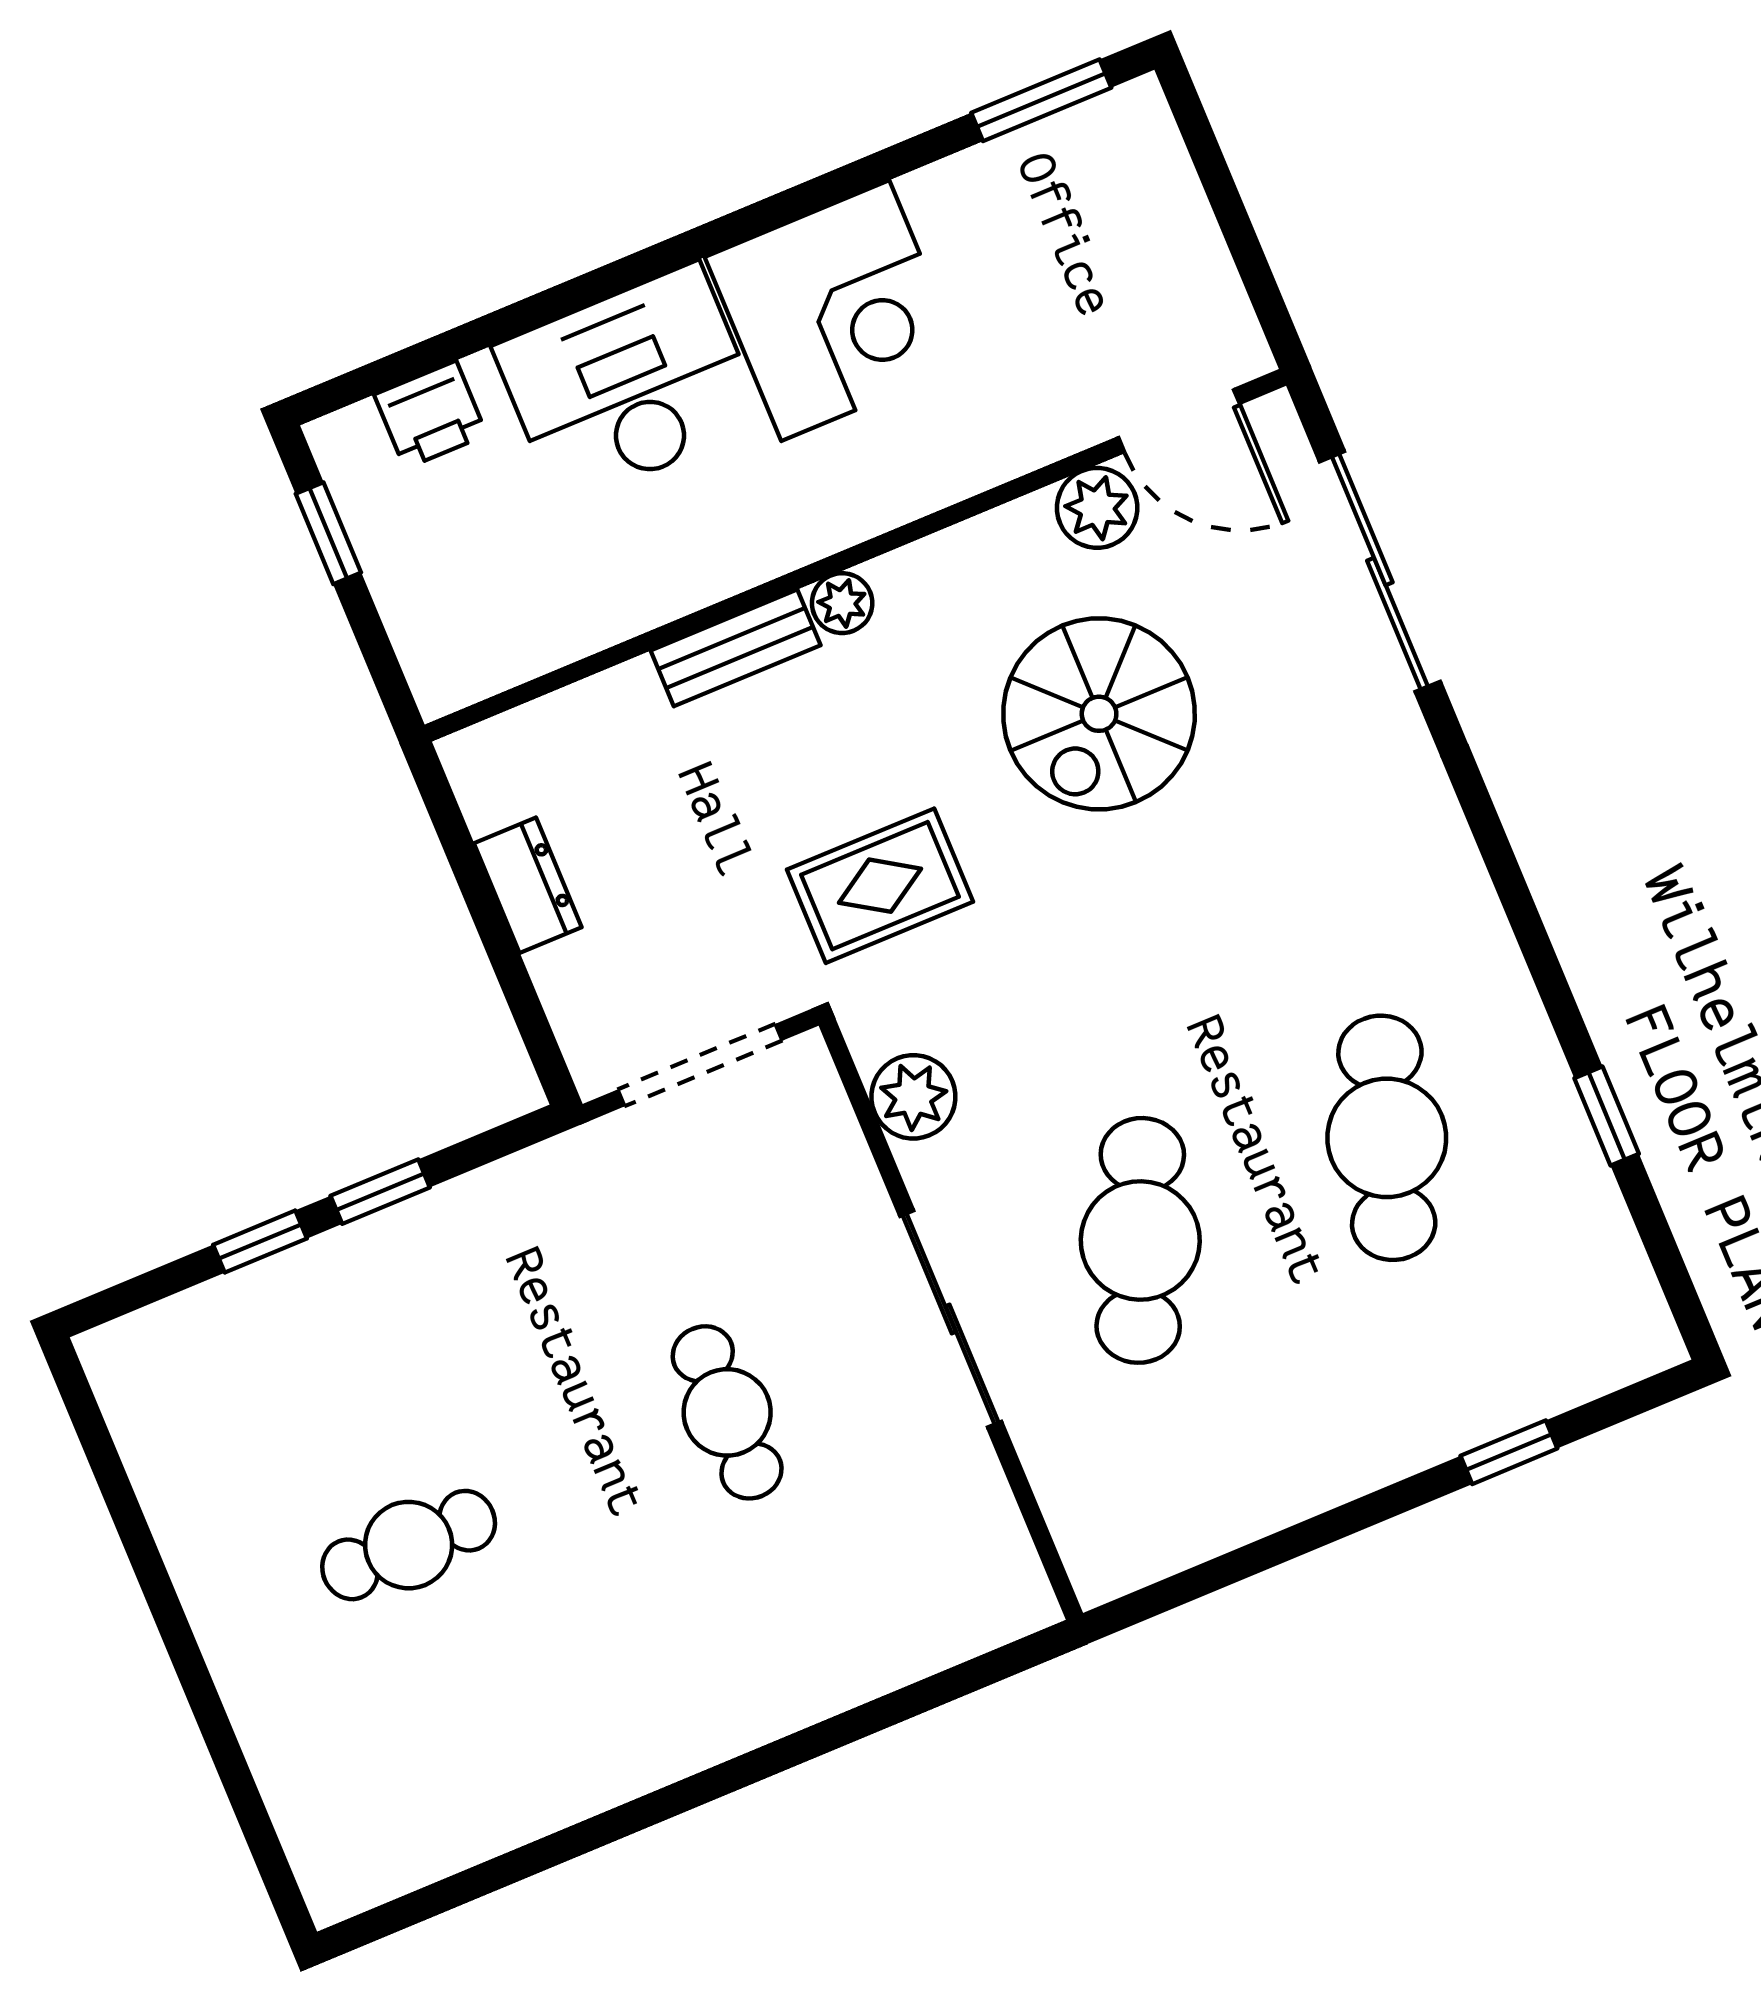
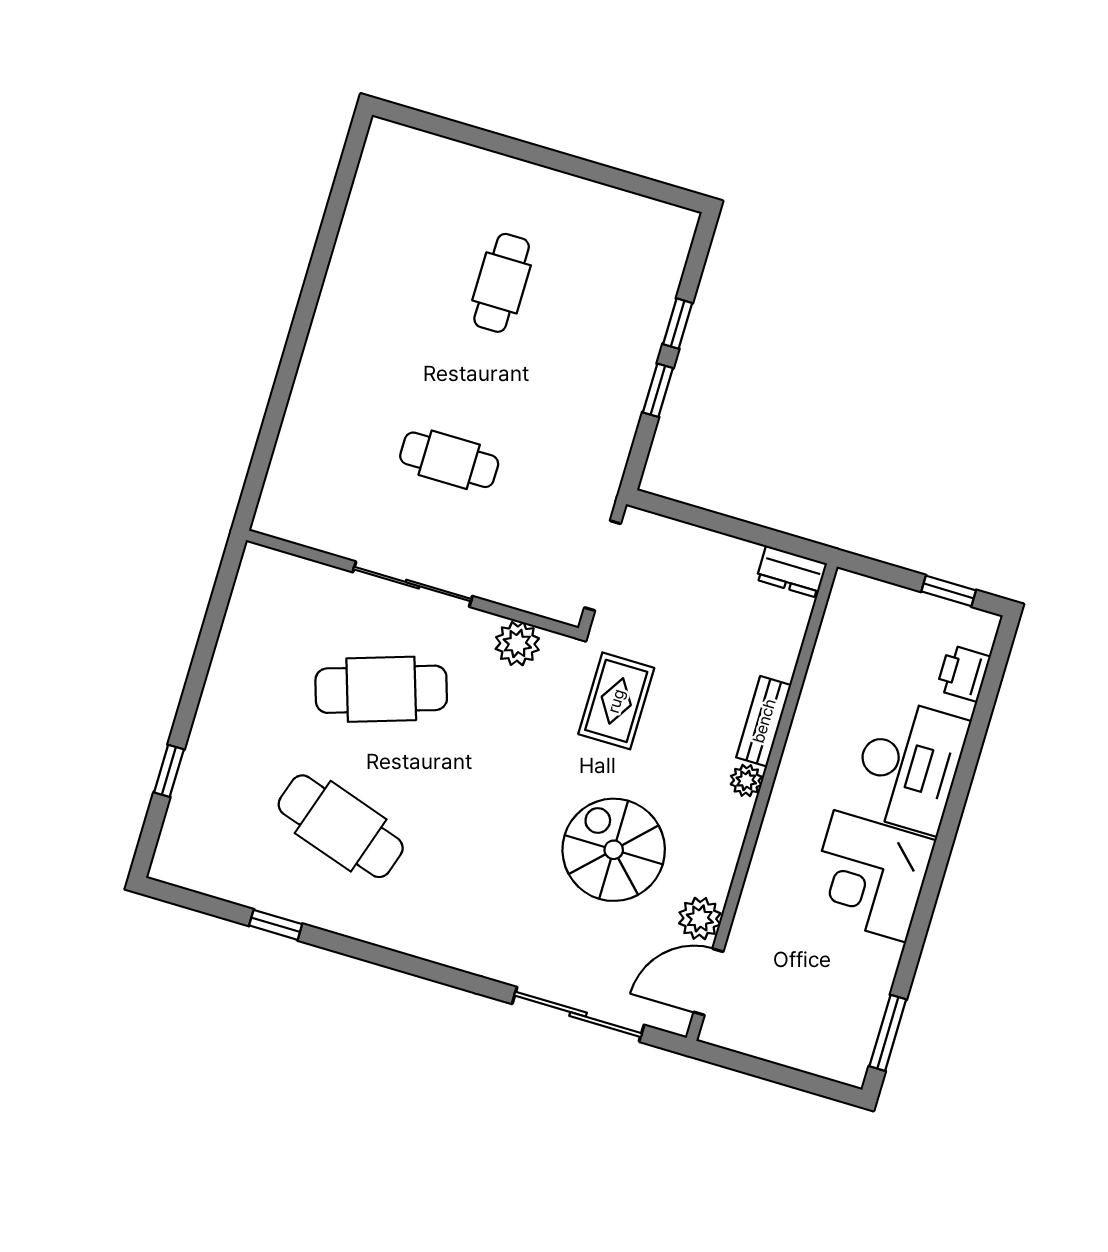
dresser: (528, 885) -> (792, 572), moved
cafe table: (1140, 1240) -> (381, 689), turned -42

